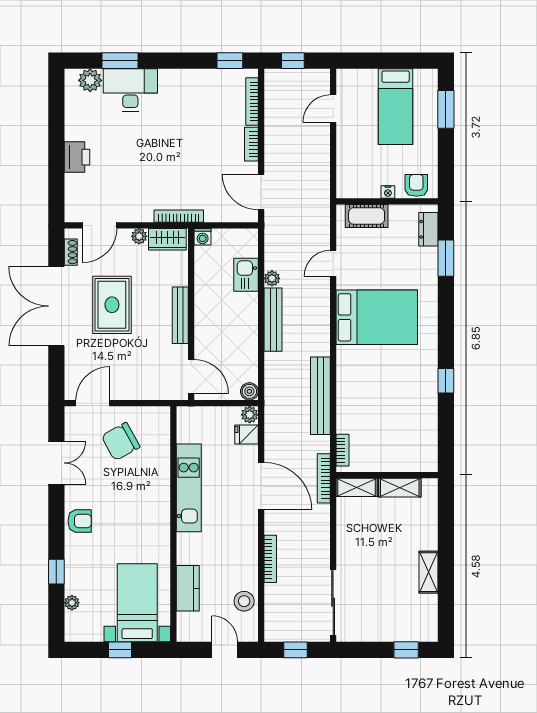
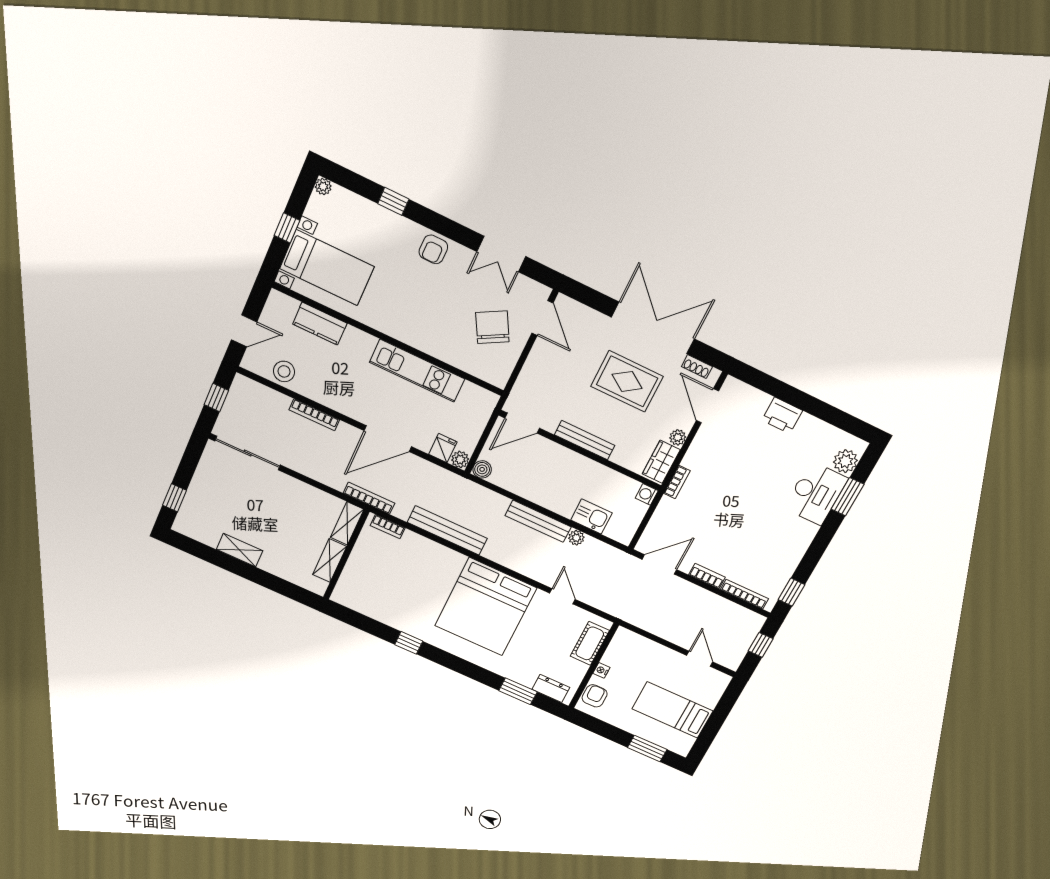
armchair: (416, 185) -> (595, 696), turned -90
bookcase: (179, 216) -> (677, 482), width x0.64
bed: (377, 317) -> (486, 607), width x1.36
plant: (72, 603) -> (323, 186), moved

